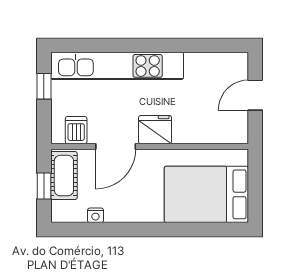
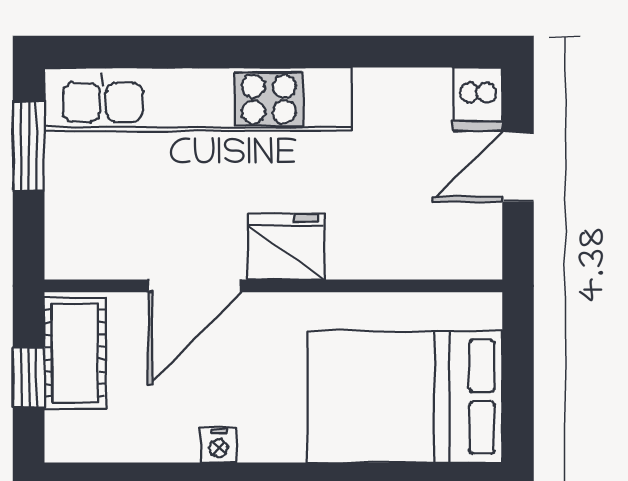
window: (44, 86) -> (29, 146), width x1.50
dishwasher: (76, 130) -> (478, 99), moved, turned 180
nightstand: (95, 215) -> (218, 445), moved

